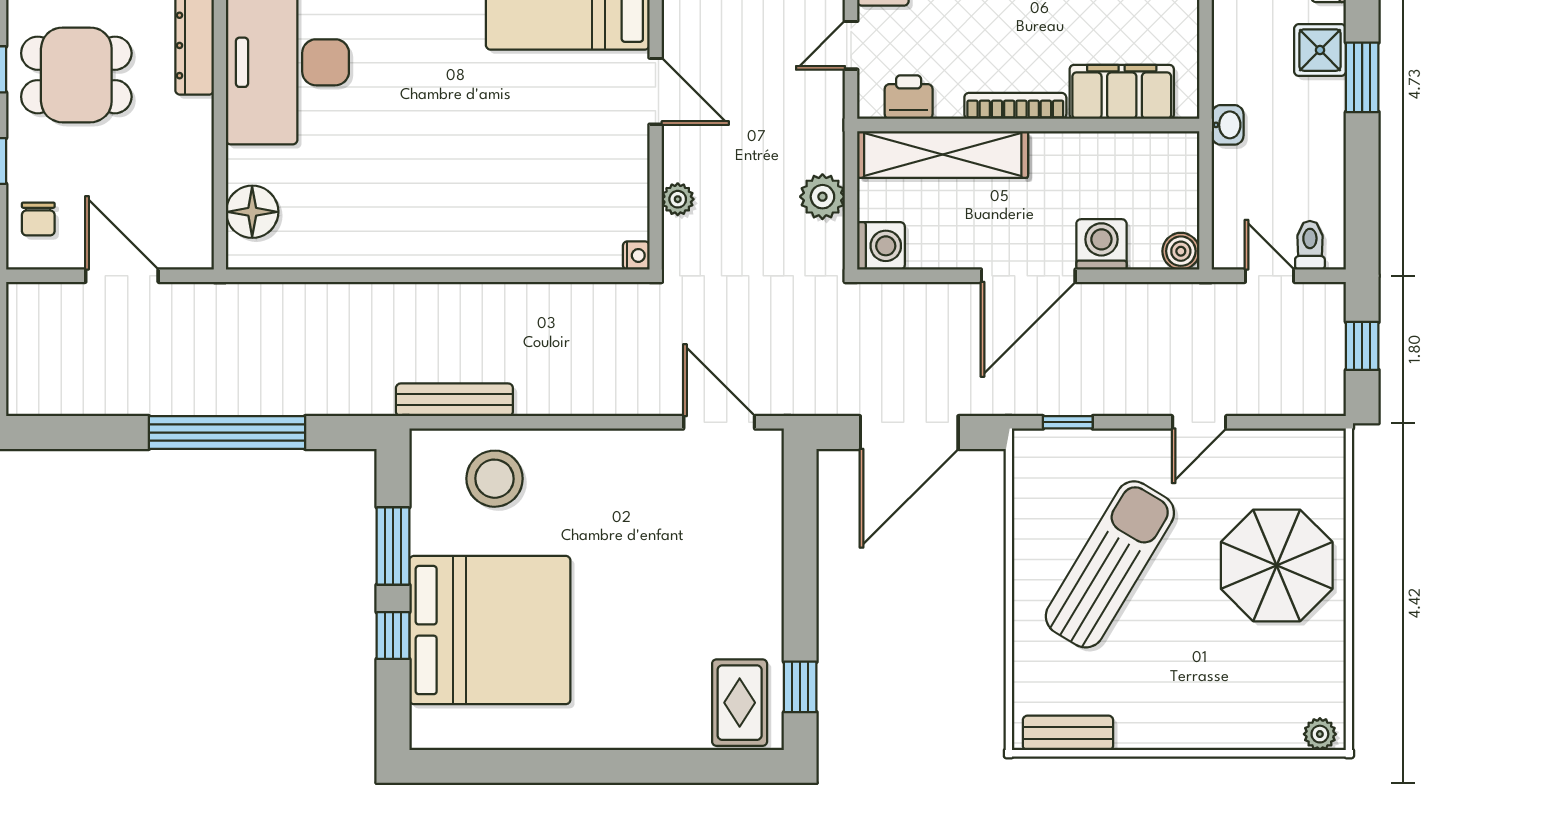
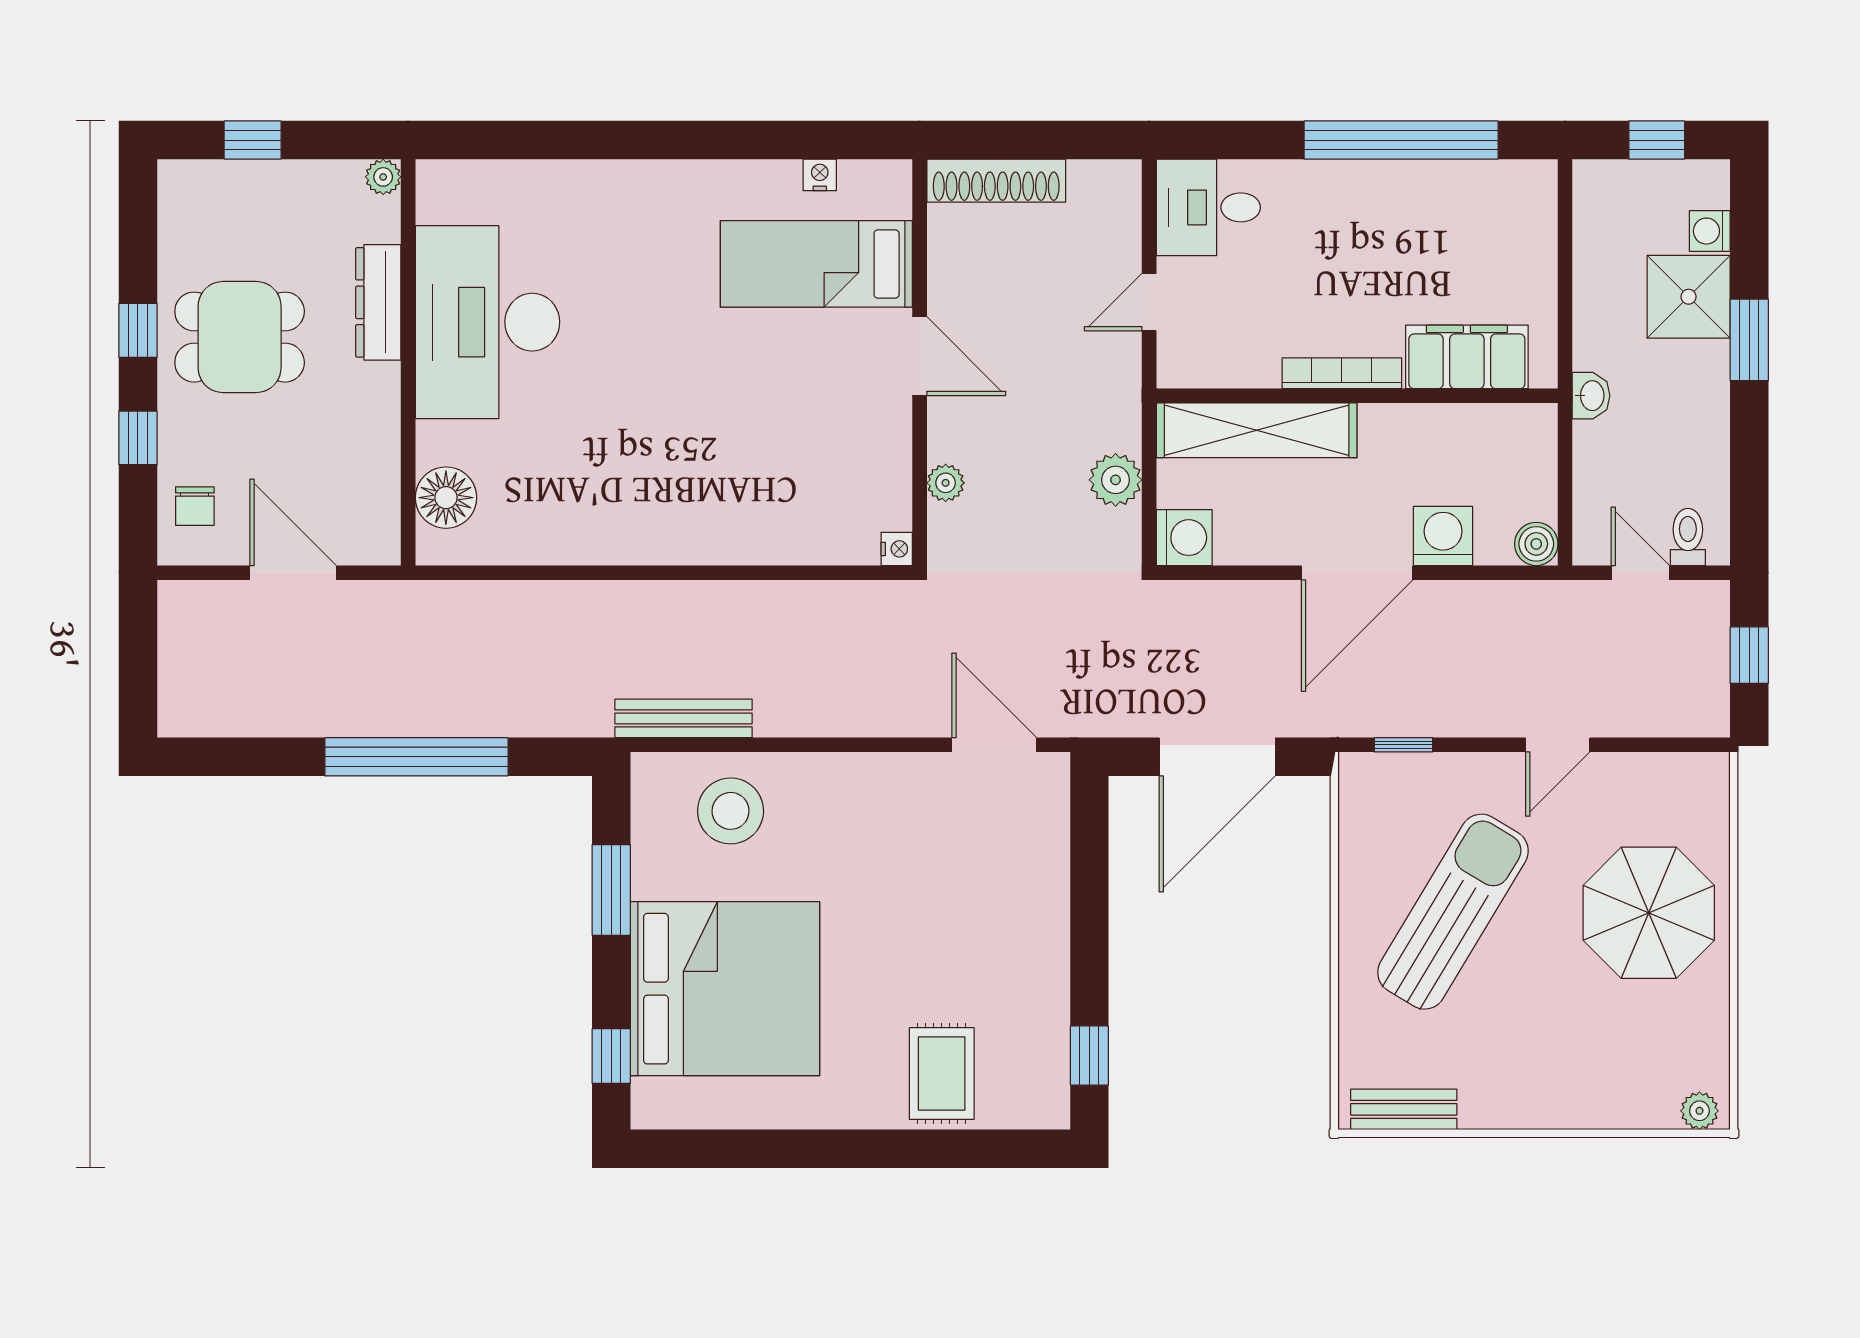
shower: (1320, 50) -> (1689, 297), width x1.36, depth x1.36
printer: (909, 97) -> (1217, 363), removed
window: (393, 636) -> (611, 1056), moved
rug: (740, 703) -> (942, 1074), moved

